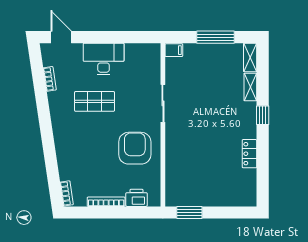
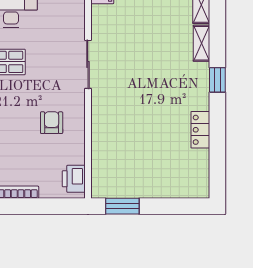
armchair: (135, 148) -> (52, 123), width x0.53, depth x0.53
printer: (137, 198) -> (74, 179), moved, turned -90

